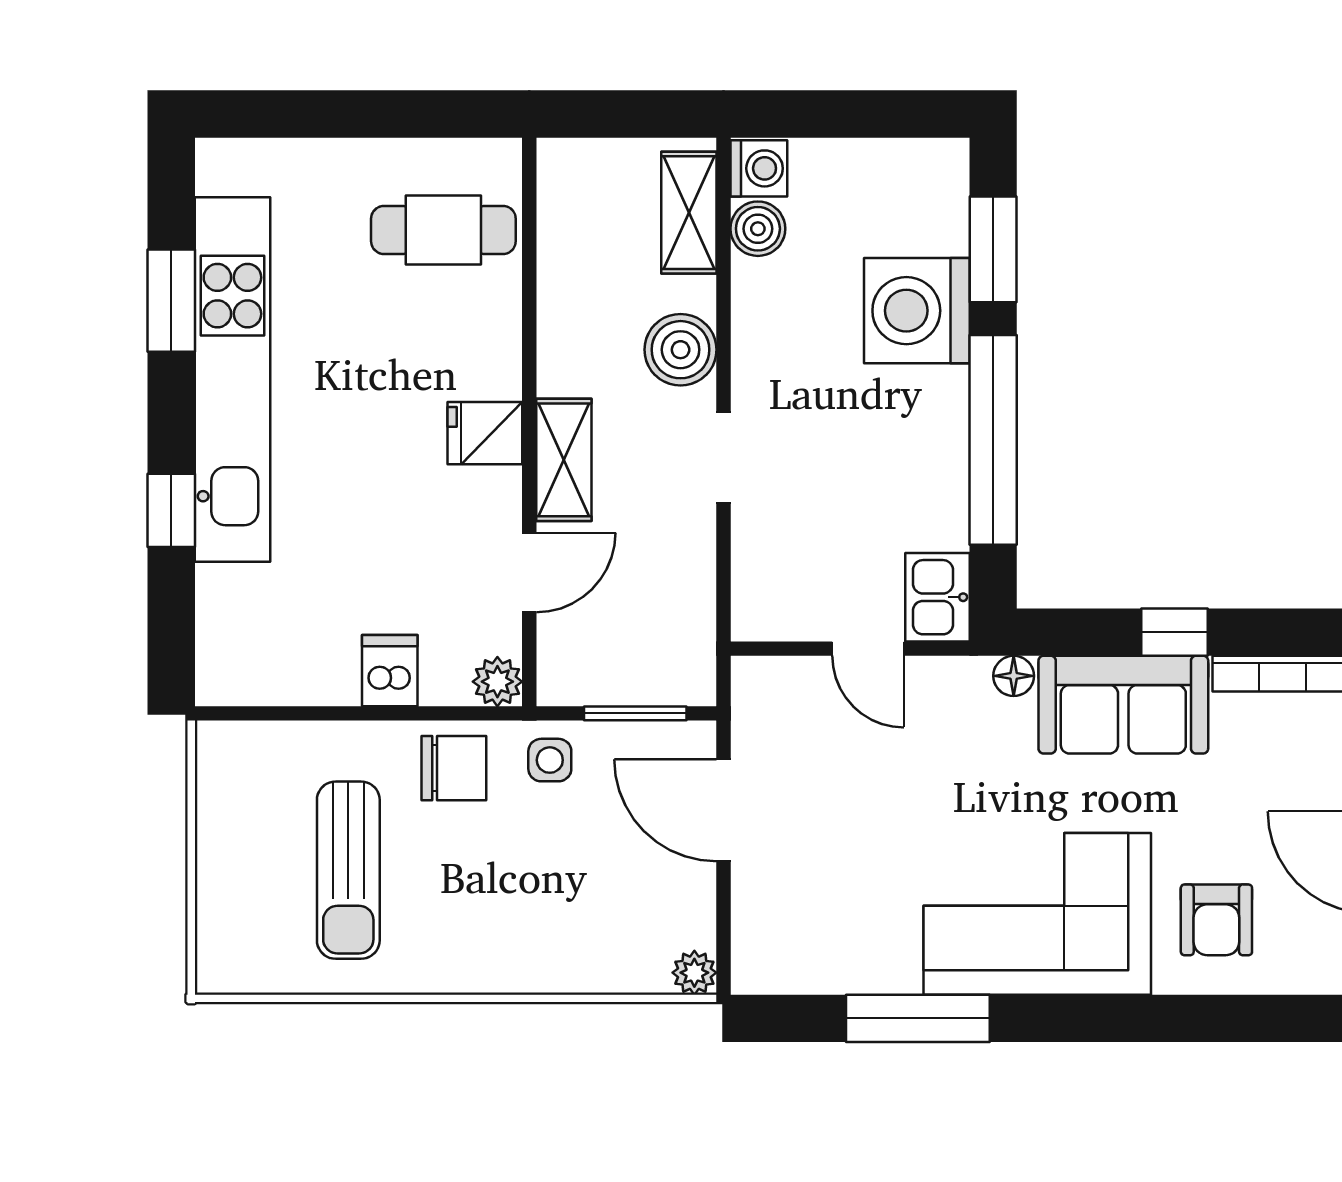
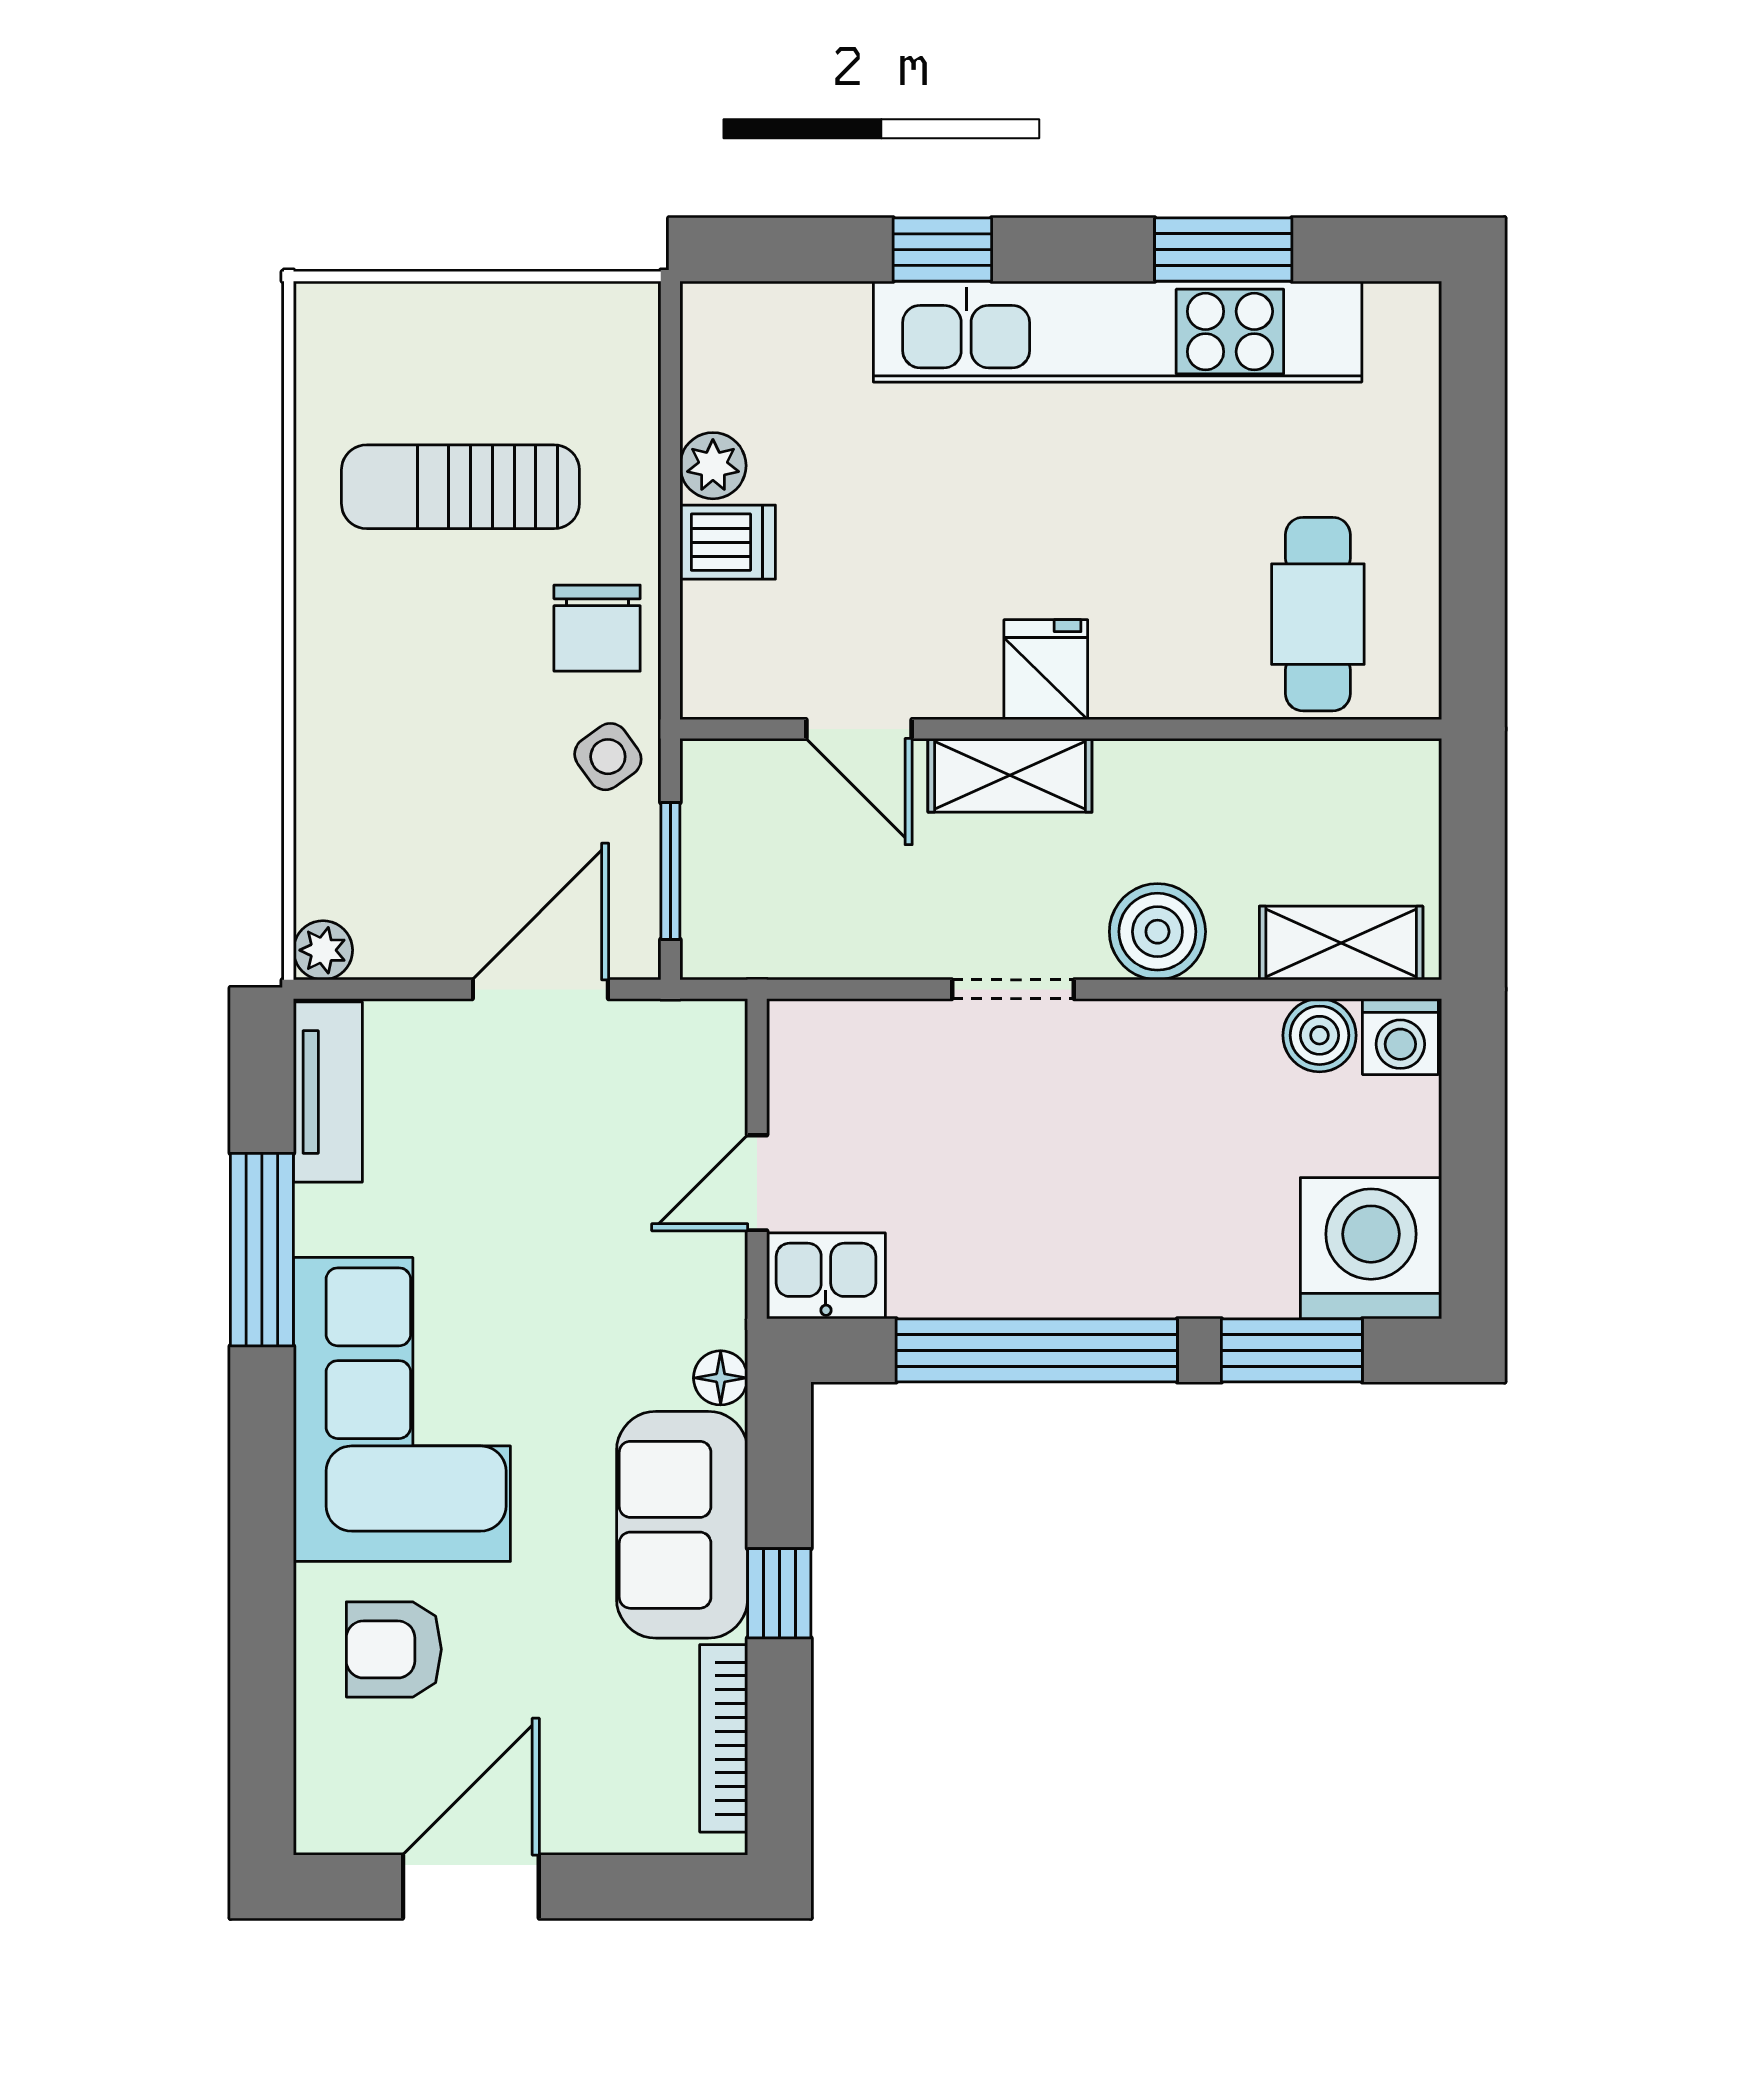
washing machine: (917, 311) -> (1371, 1248), moved
plant: (497, 682) -> (713, 466), moved
side table: (550, 760) -> (608, 757), turned -36
tv unit: (800, 969) -> (328, 1092), added

